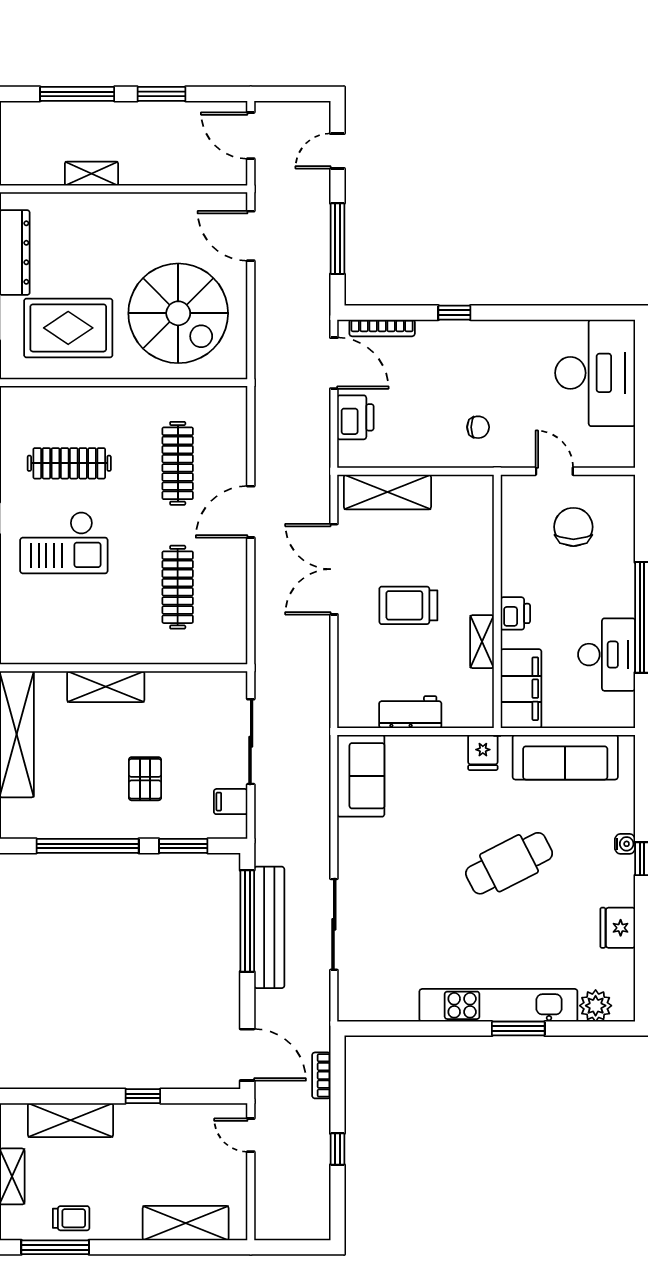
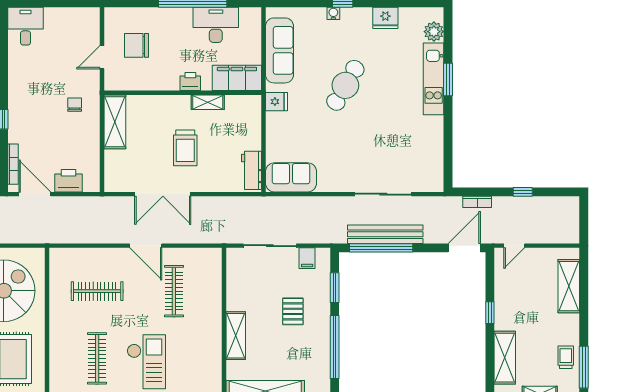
door: (334, 363) -> (35, 194), hinge flipped
desk: (595, 373) -> (25, 26), width x0.53, depth x0.77
shelving: (387, 492) -> (115, 122), moved
door: (251, 512) -> (146, 246), moved
clothes rail: (178, 587) -> (174, 291), turned 90
workbench: (410, 712) -> (252, 170), moved
pallet: (145, 779) -> (293, 311), turned 90
cafe table: (509, 863) -> (345, 85), turned 57
kitchen unit: (498, 1005) -> (434, 79), width x0.73

